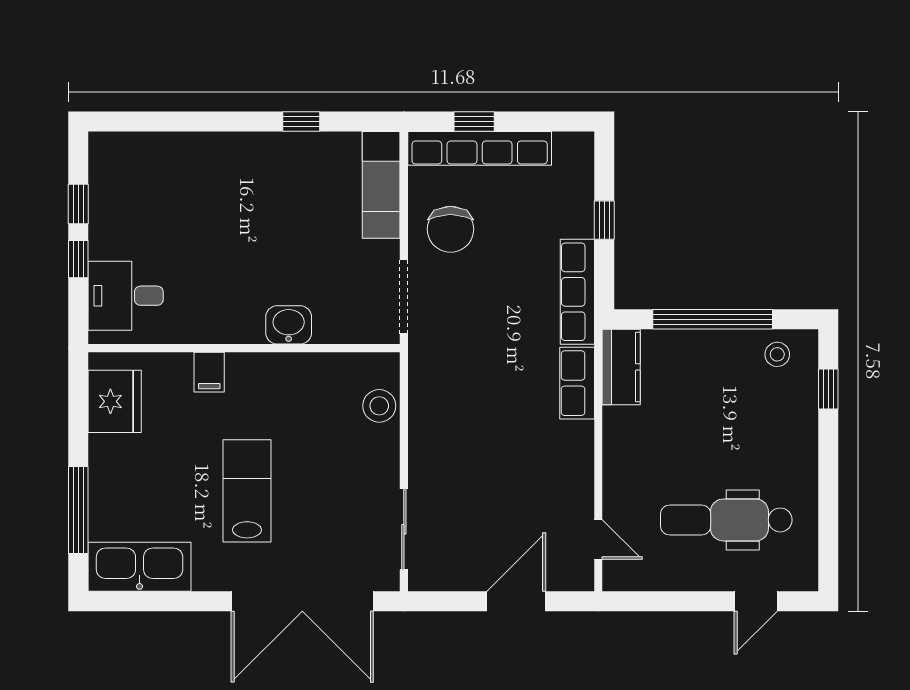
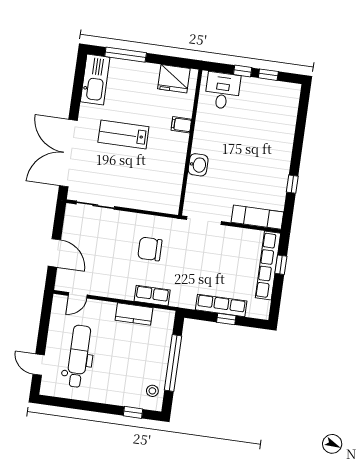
chair: (450, 229) -> (150, 249), moved
row of seats: (577, 292) -> (221, 305), moved
kitchen counter: (621, 367) -> (134, 314), moved
stool: (379, 406) -> (154, 202), removed
lab bench: (247, 491) -> (123, 135), turned 180

